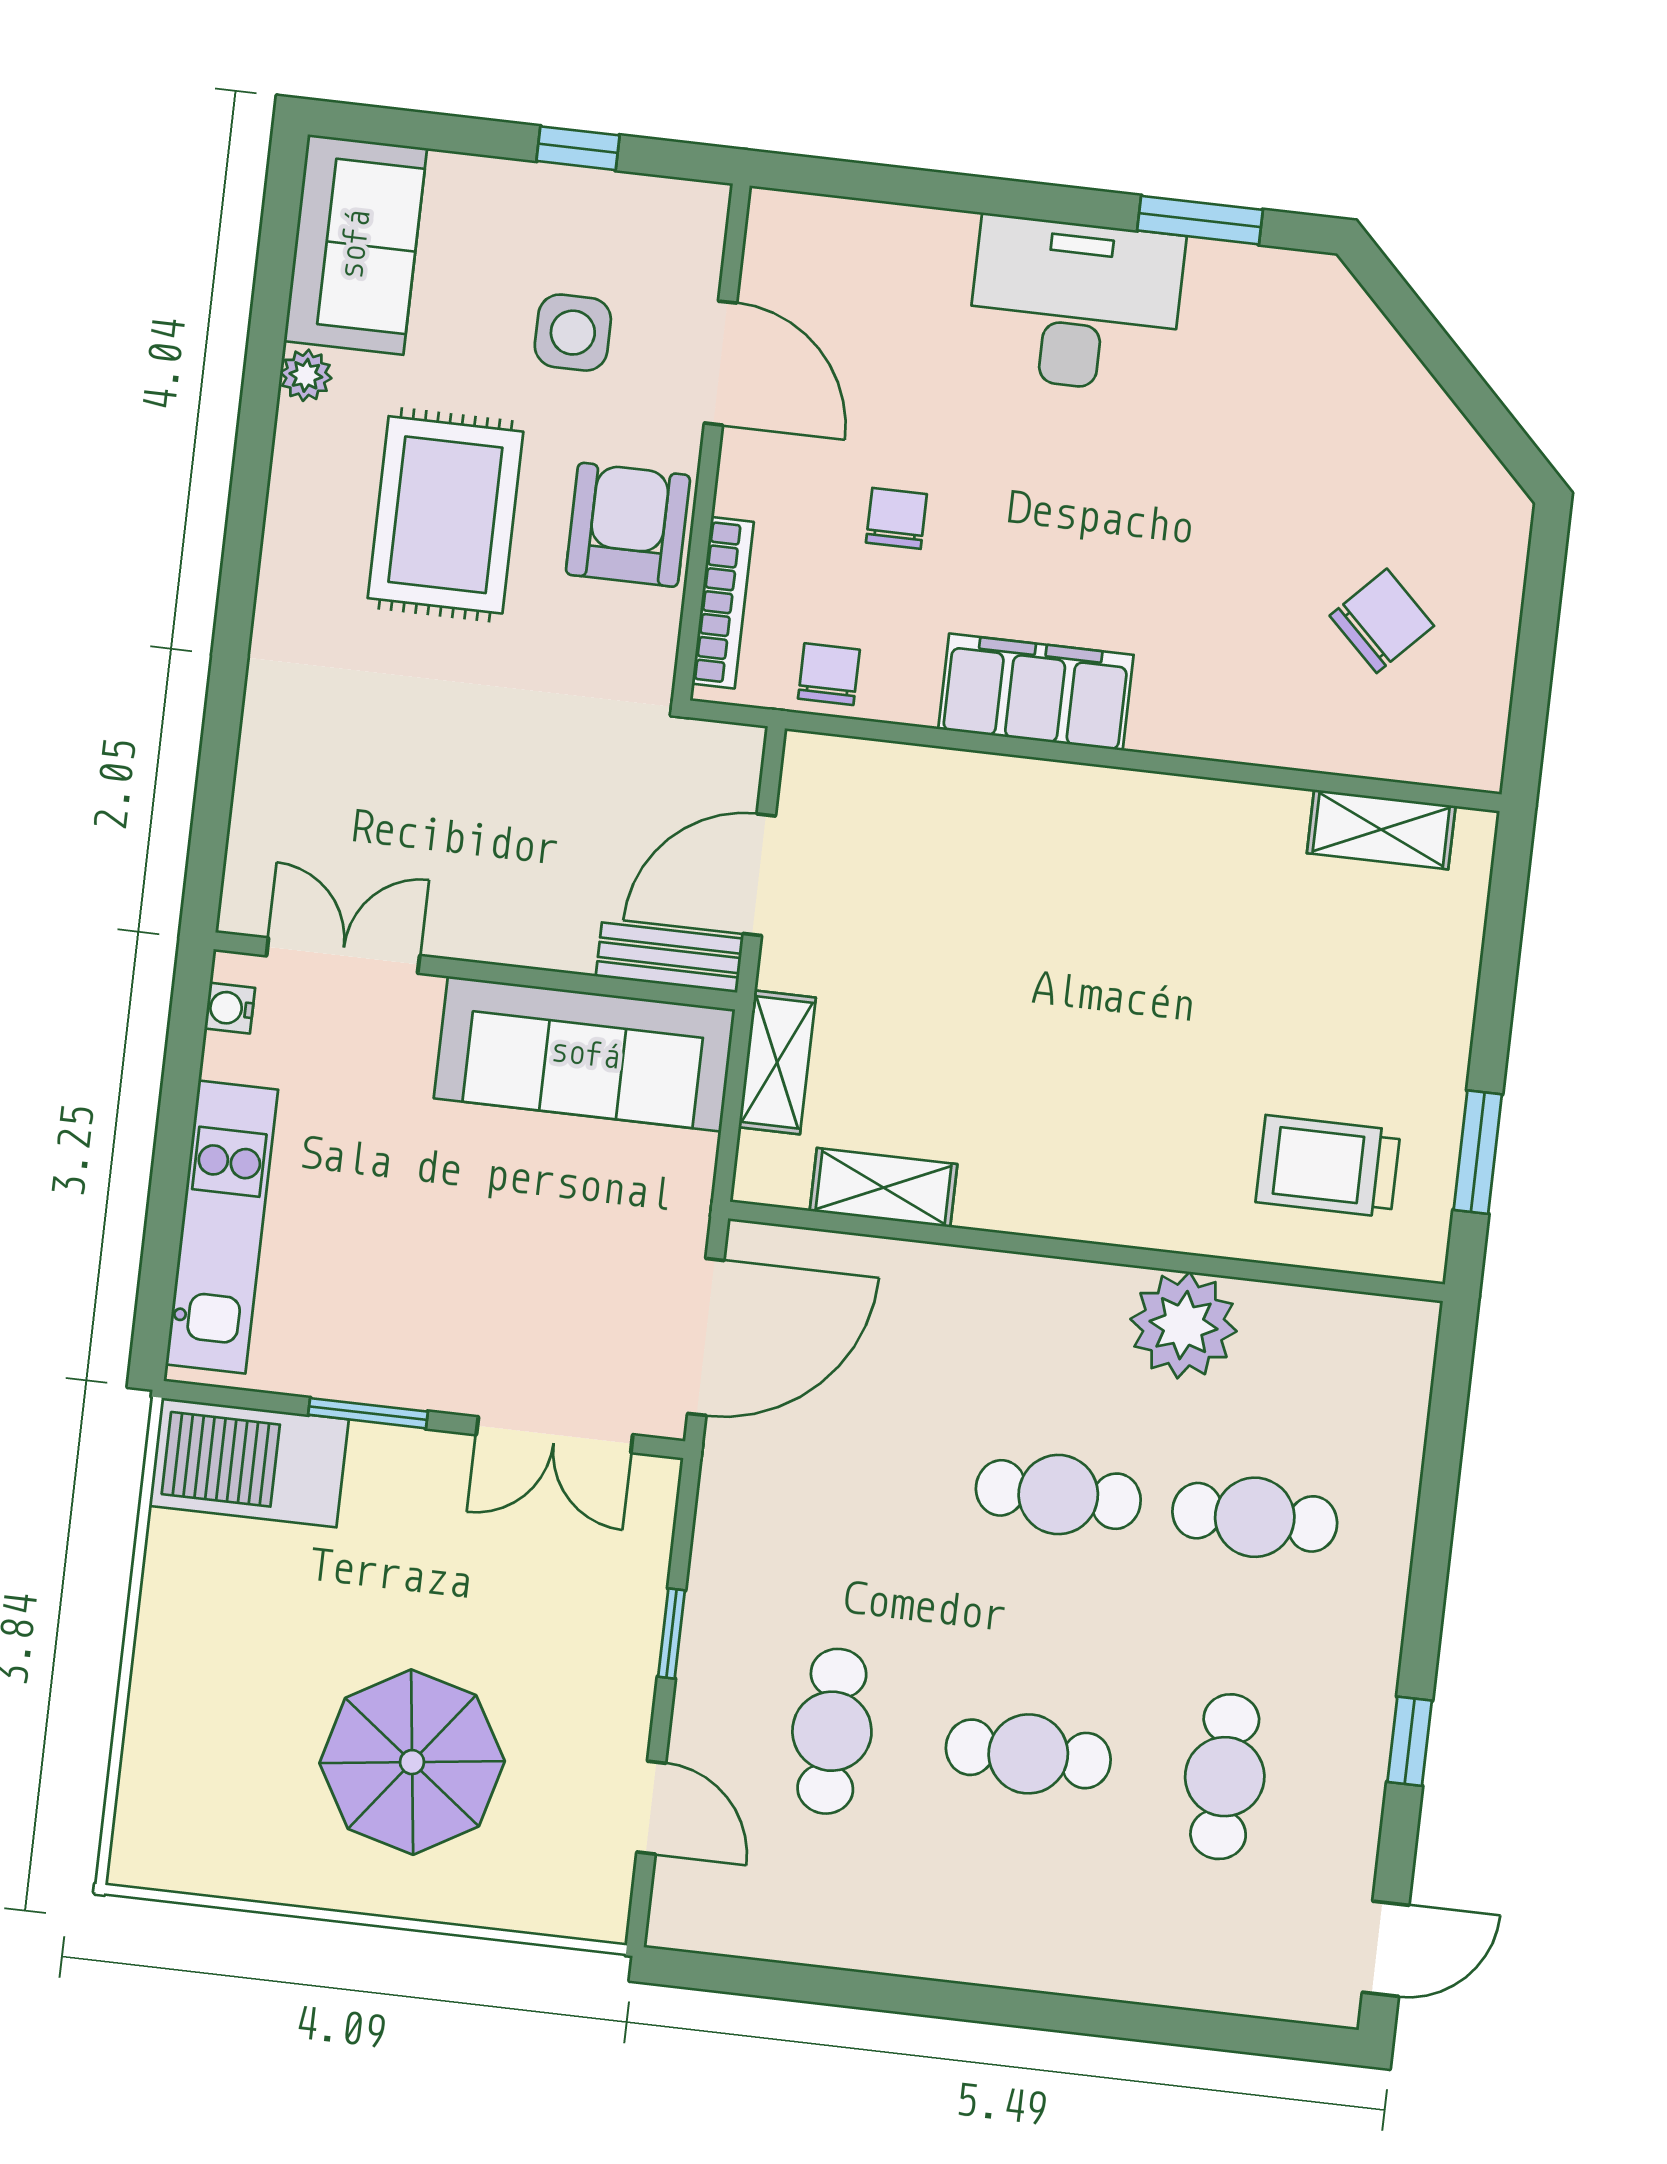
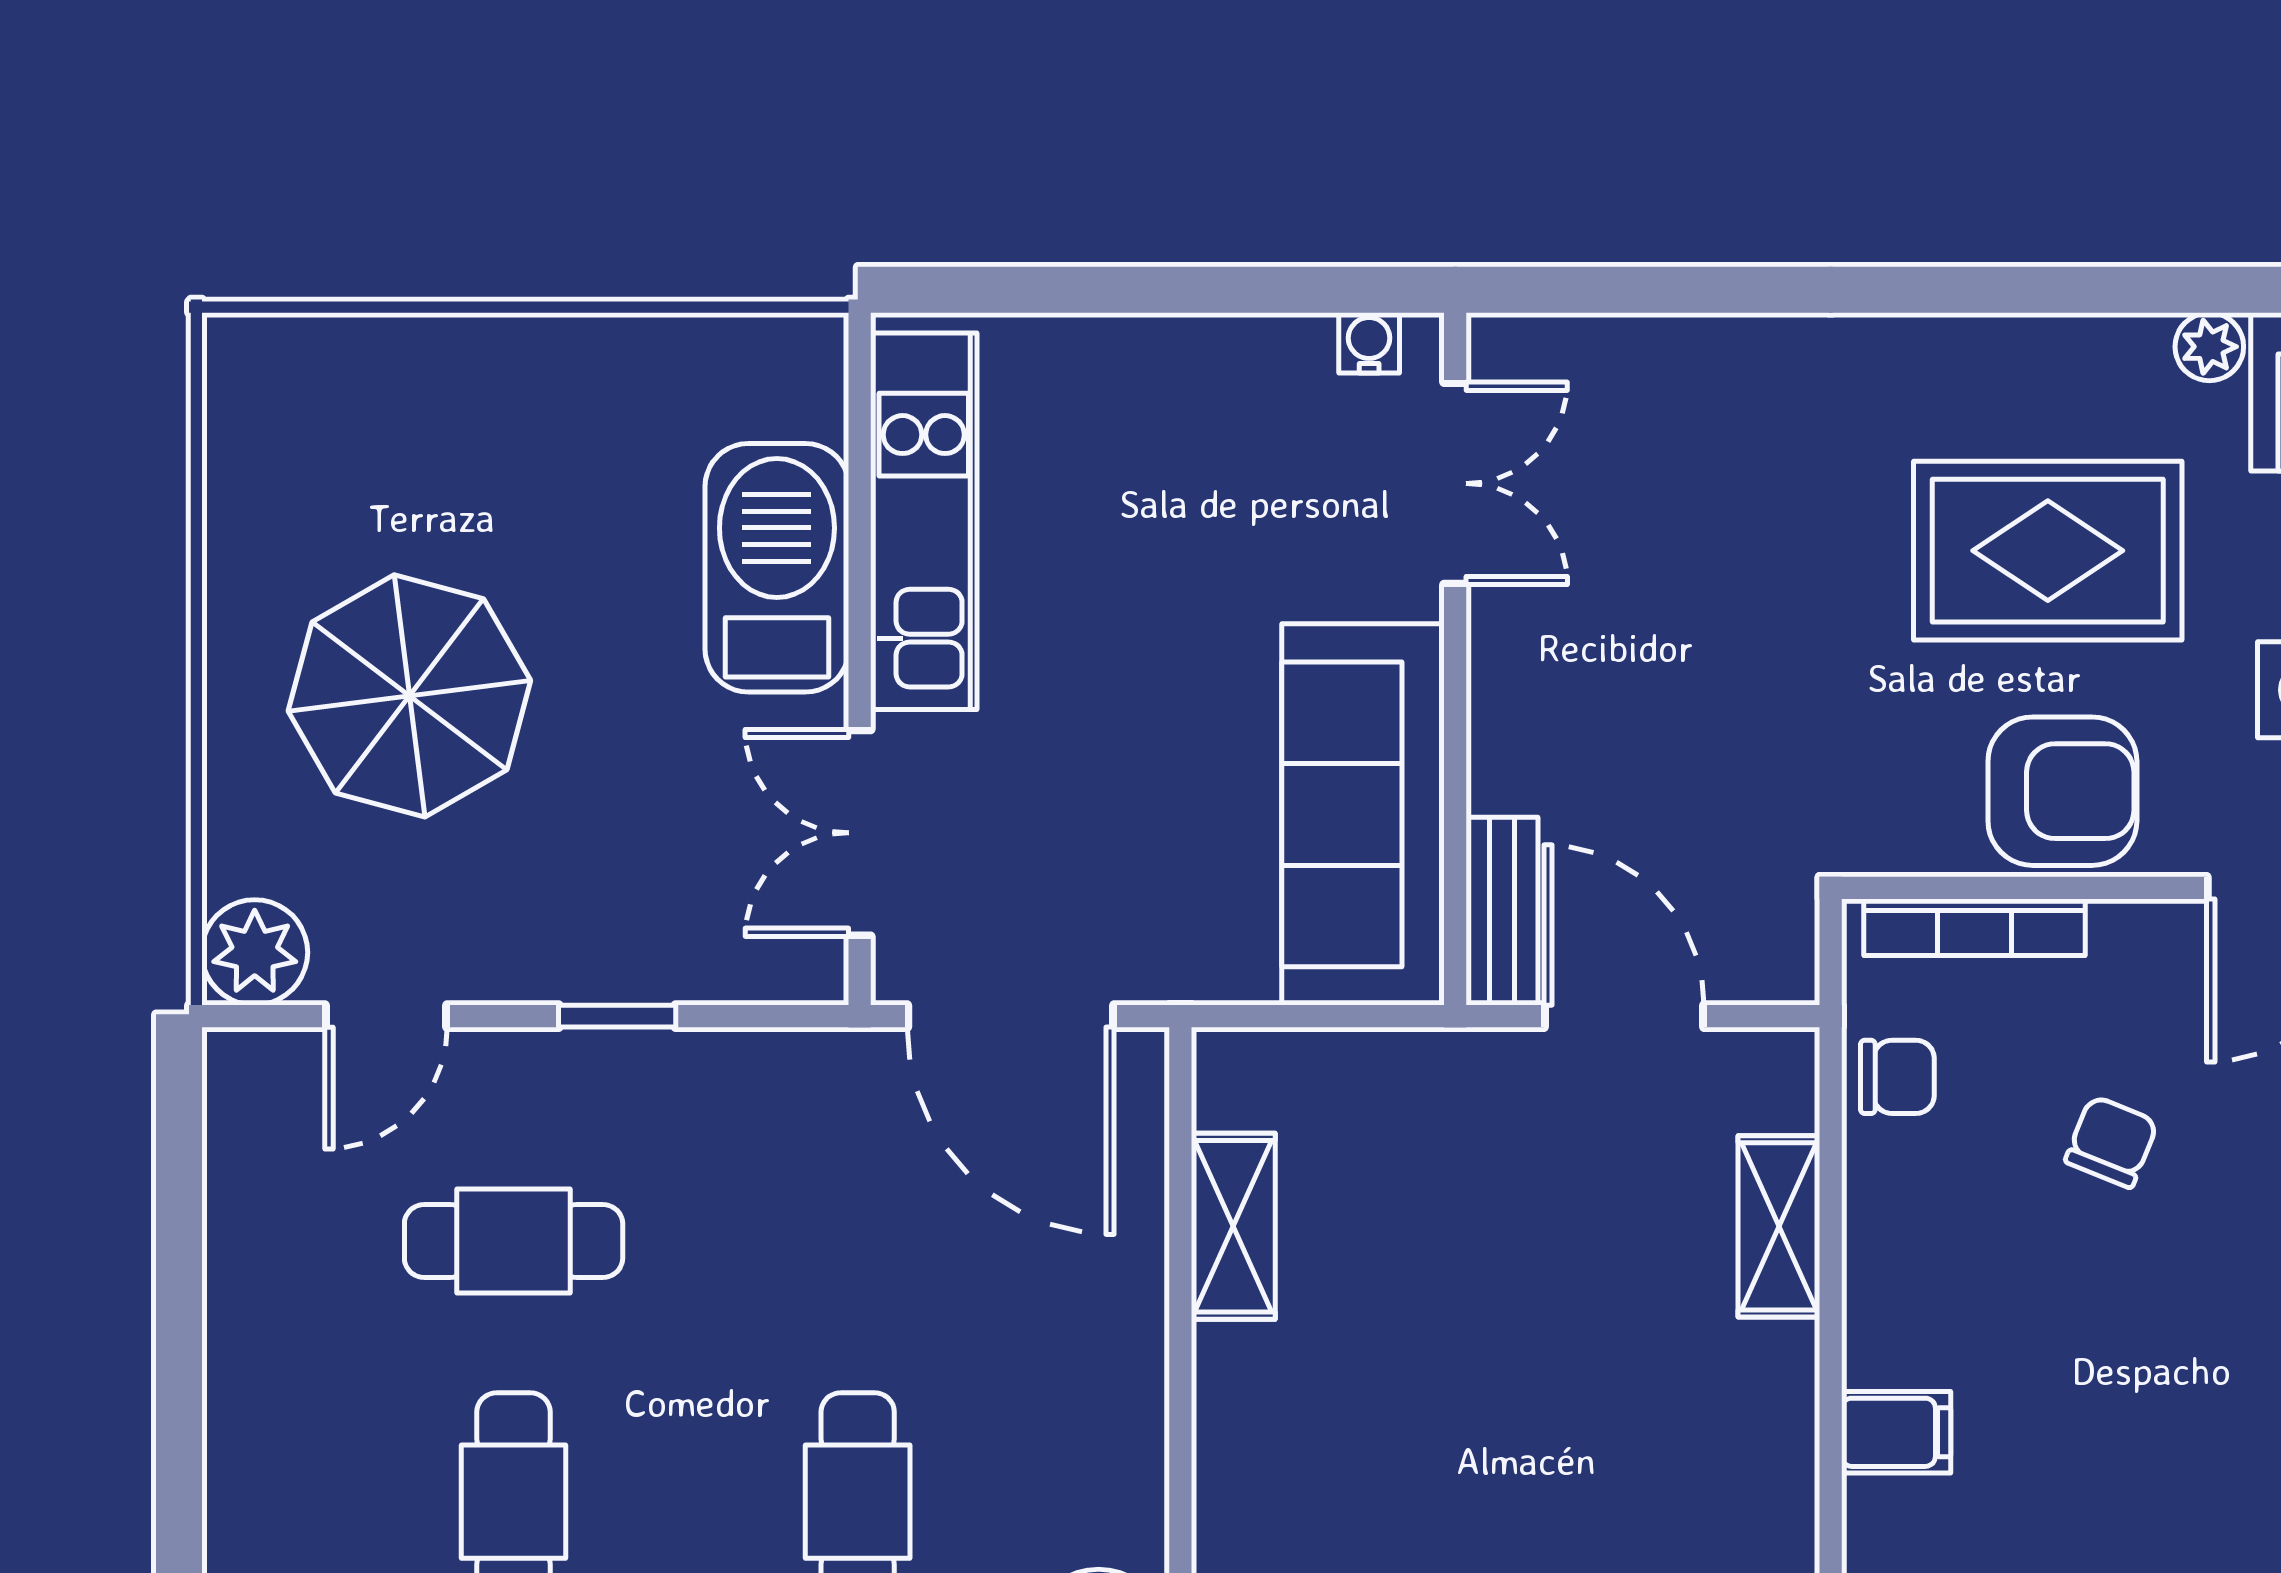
chair: (896, 518) -> (2111, 1142), turned -68
filing cabinet: (1036, 692) -> (1896, 1432), width x0.33, depth x0.86
shelving: (777, 1062) -> (1779, 1226), moved, turned 90
kitchen unit: (222, 1227) -> (924, 521), moved, turned -90
window: (368, 1413) -> (860, 585), removed
barbecue: (249, 1463) -> (777, 568), moved
plant: (592, 1901) -> (255, 952), added

